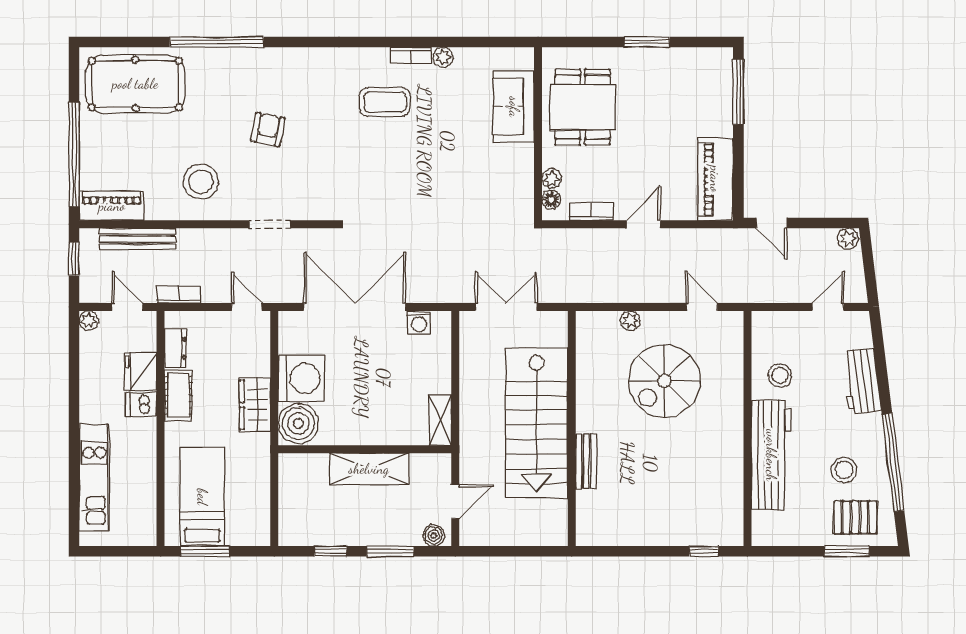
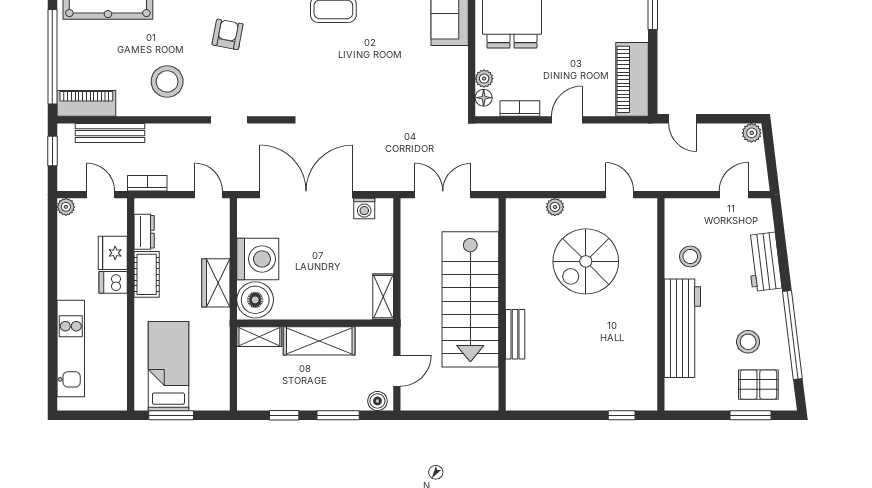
shelving: (303, 464) -> (259, 337), added

